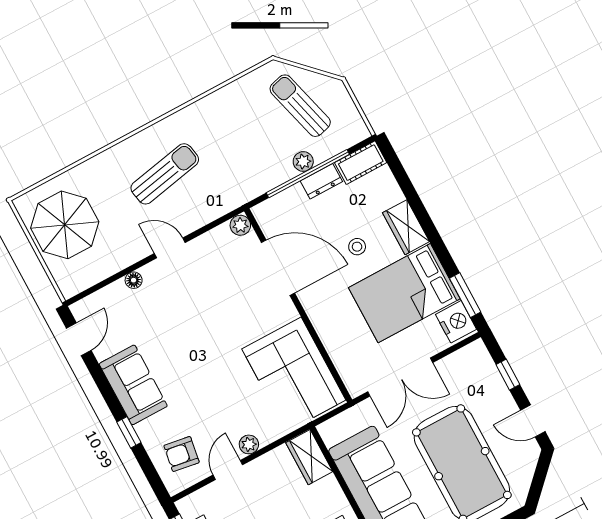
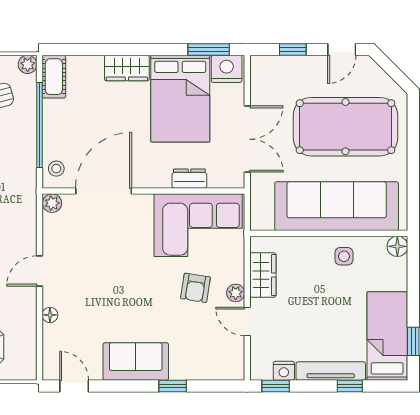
plant: (303, 161) -> (28, 64), moved
dresser: (321, 181) -> (189, 179), moved, turned -90
stool: (357, 247) -> (56, 169), moved
armchair: (182, 454) -> (195, 288), moved
wardrobe: (309, 457) -> (263, 275), moved, turned -90

